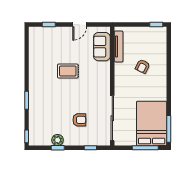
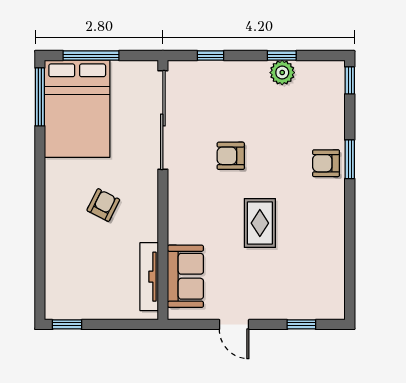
door: (80, 25) -> (234, 324), swing flipped
armchair: (143, 66) -> (103, 205), moved
rug: (68, 71) -> (260, 223), turned 90
armchair: (37, 98) -> (326, 163), added
armchair: (79, 120) -> (231, 156), moved

